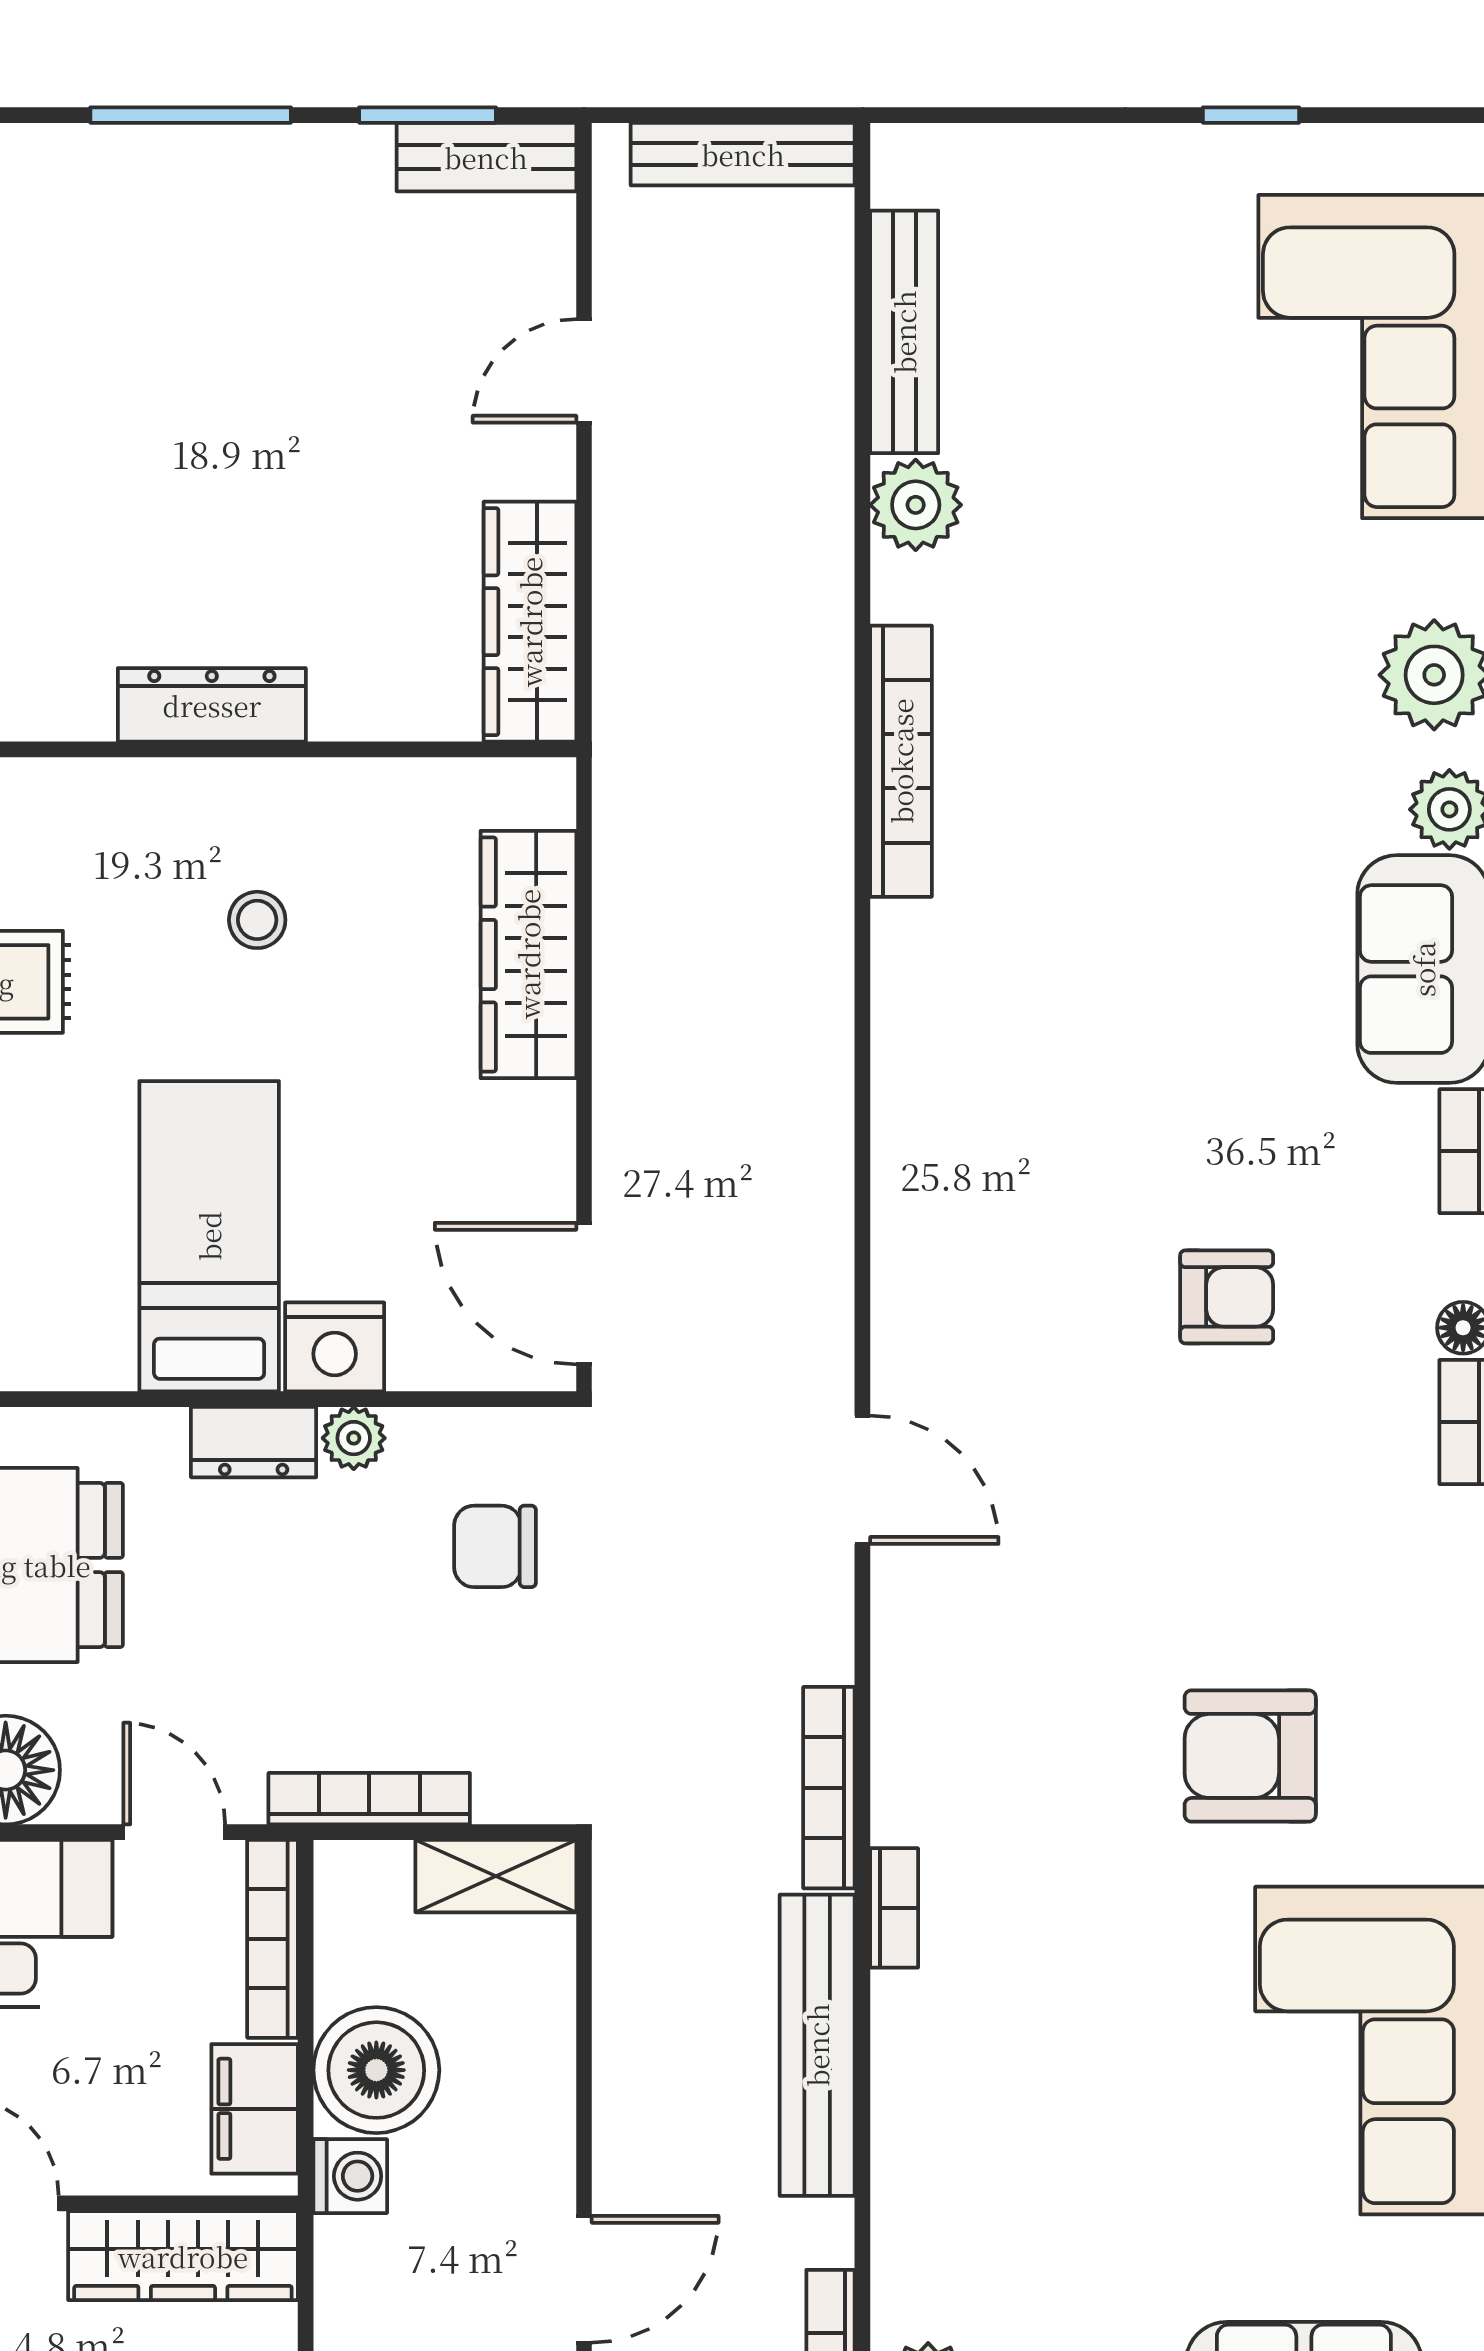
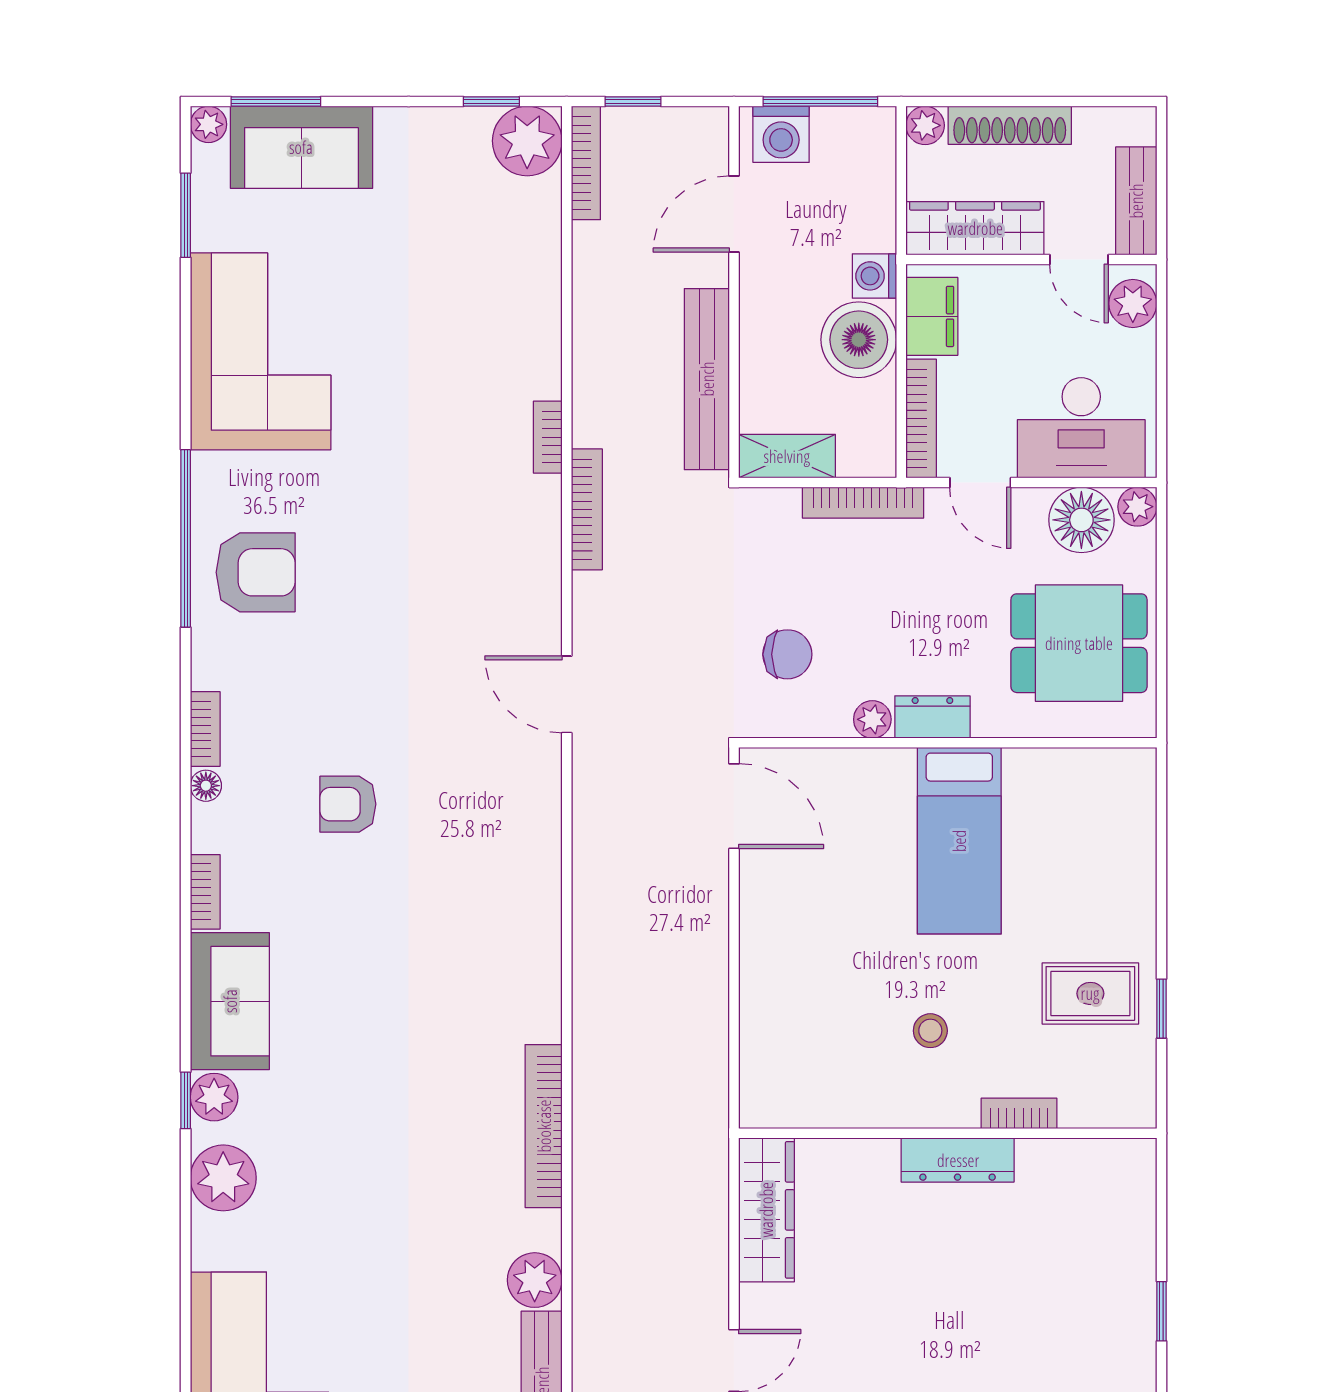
bookcase: (110, 782) -> (1019, 1113), added
wardrobe: (528, 954) -> (767, 1010), removed
nightstand: (335, 1347) -> (884, 774), removed
armchair: (1250, 1756) -> (256, 572), moved
bench: (817, 2045) -> (707, 379), moved

